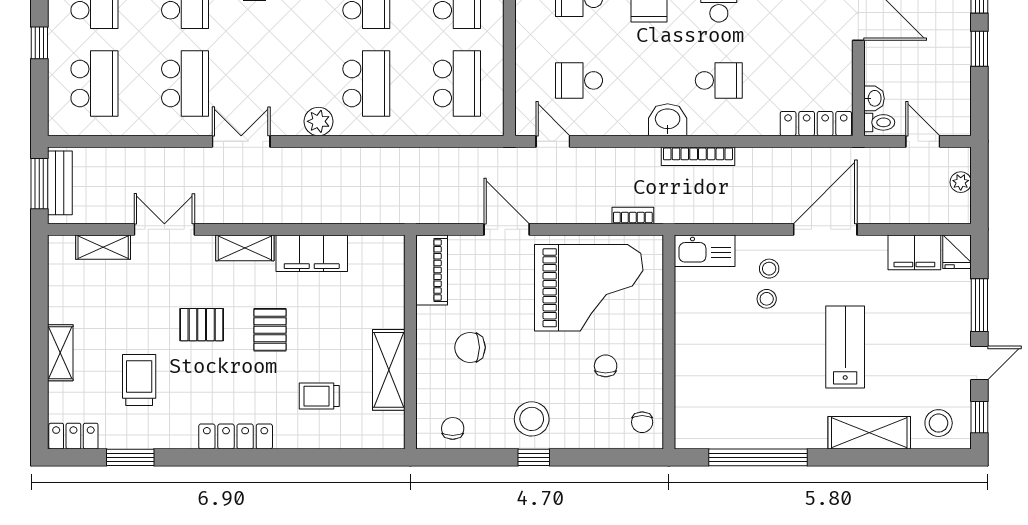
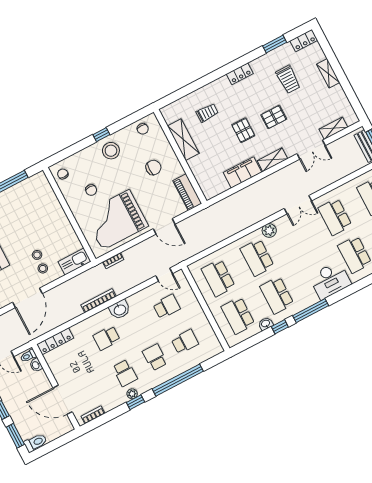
locker: (236, 437) -> (240, 74), width x0.66

